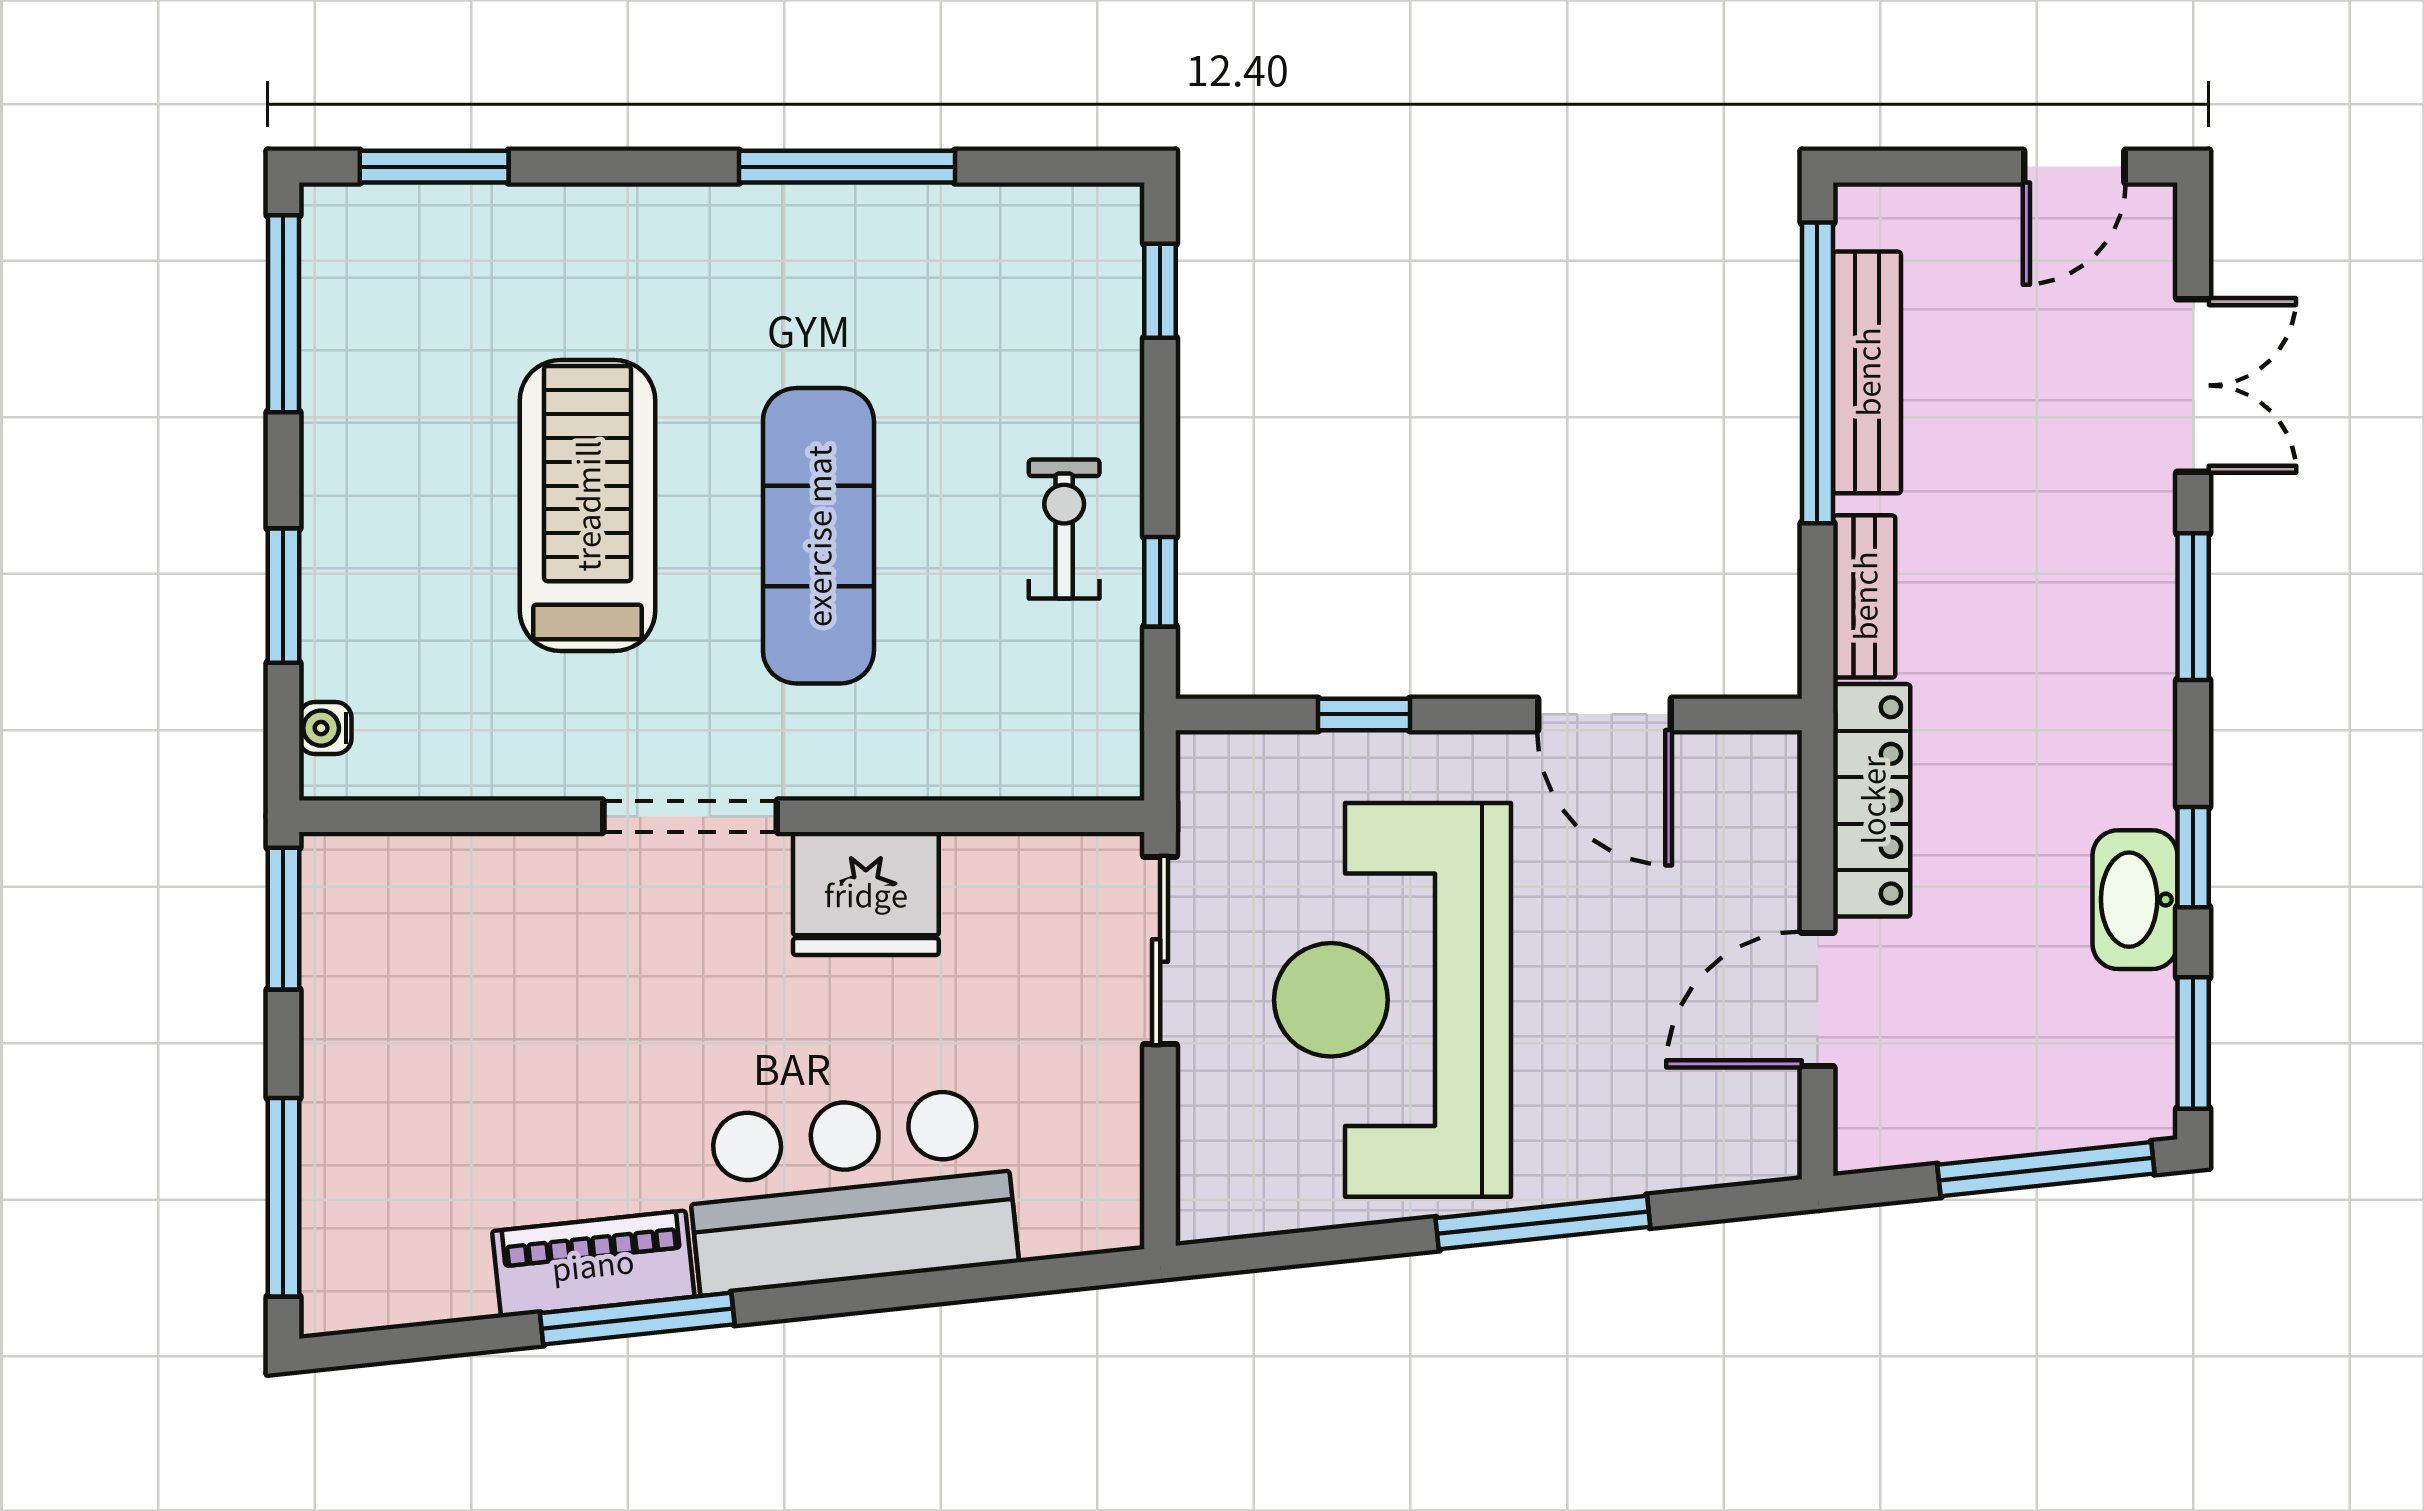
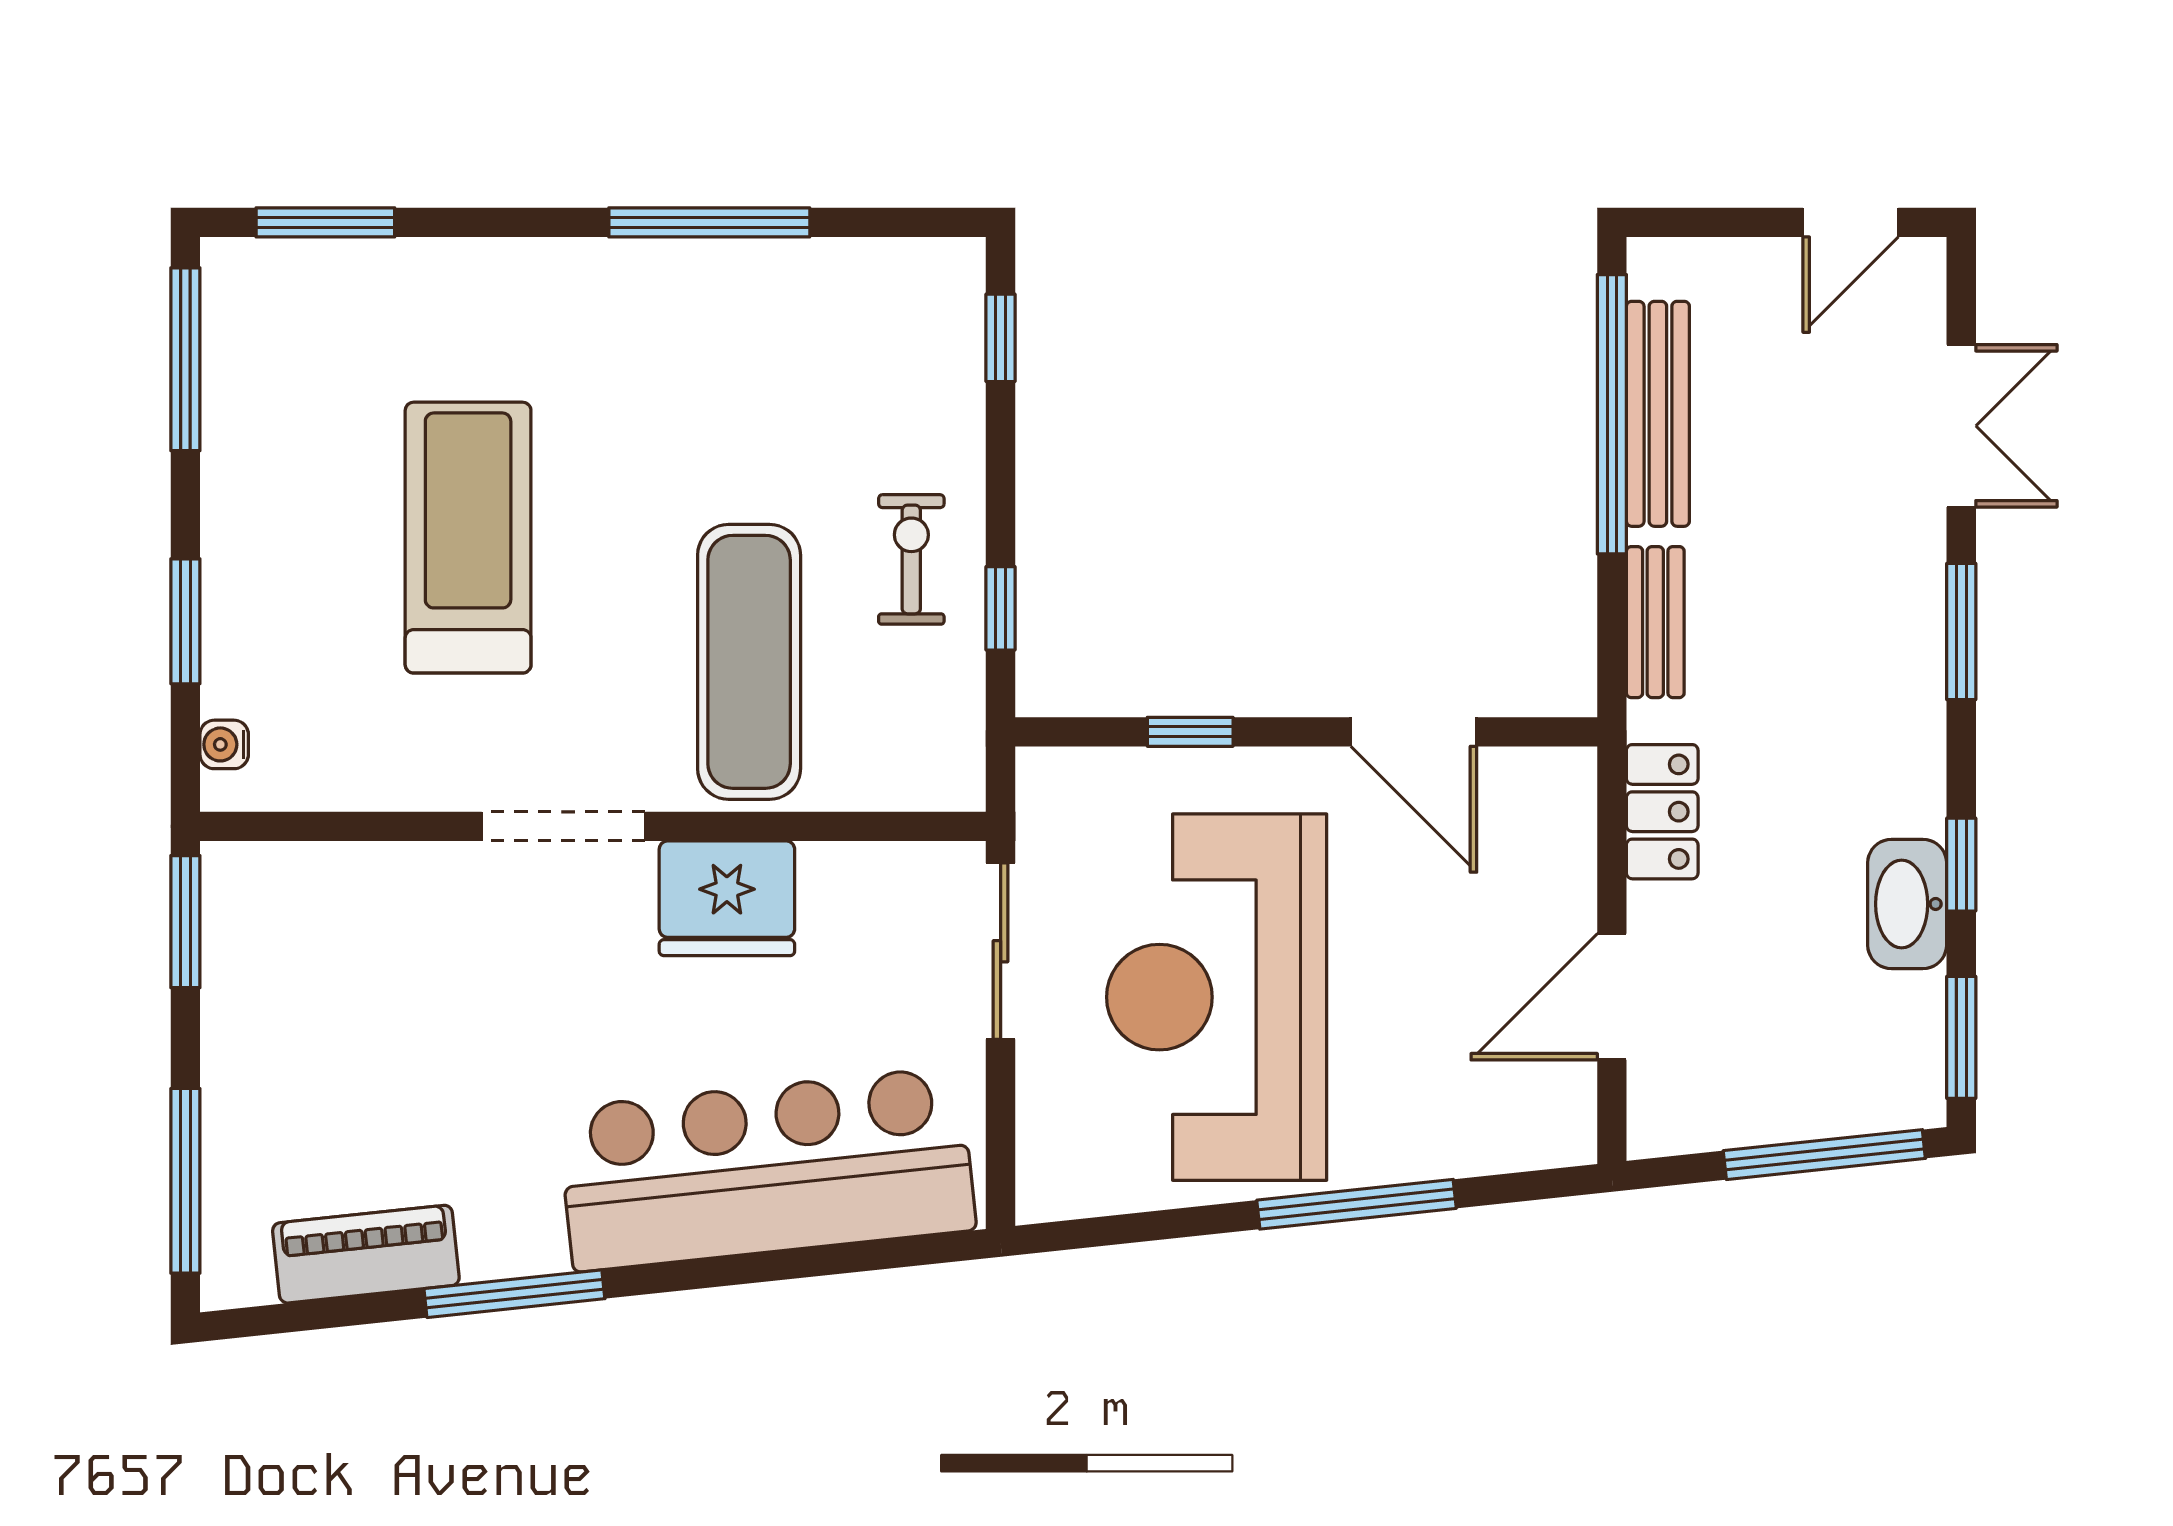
exercise mat: (818, 536) -> (749, 662), moved
locker: (1872, 800) -> (1662, 812), width x0.66
bar counter: (851, 1191) -> (766, 1169), width x1.36
piano: (593, 1264) -> (366, 1254), moved

